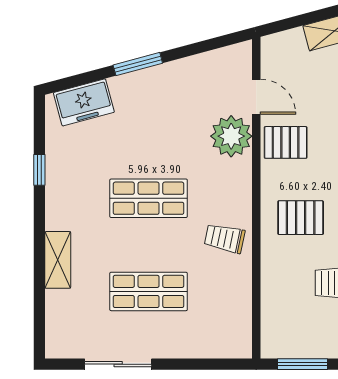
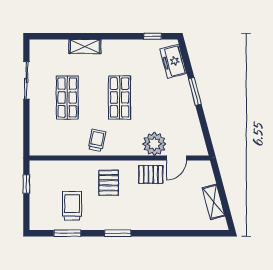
pallet: (286, 142) -> (151, 174), turned 90
window: (39, 170) -> (153, 36), moved
window: (302, 364) -> (26, 184), width x0.67

